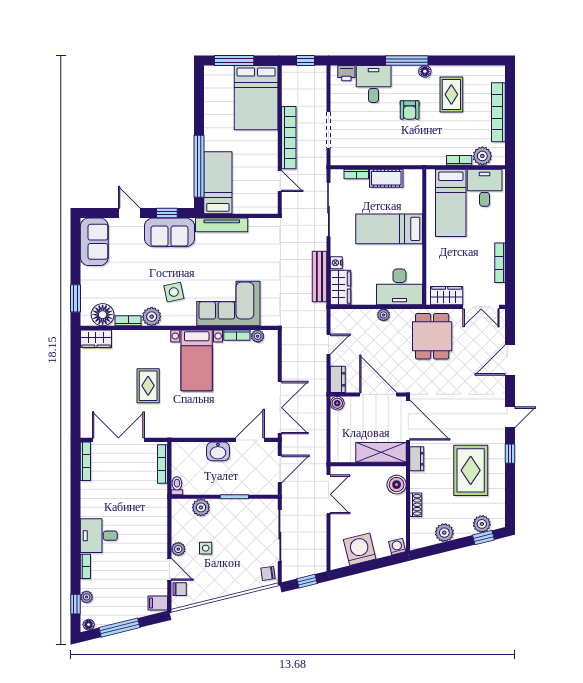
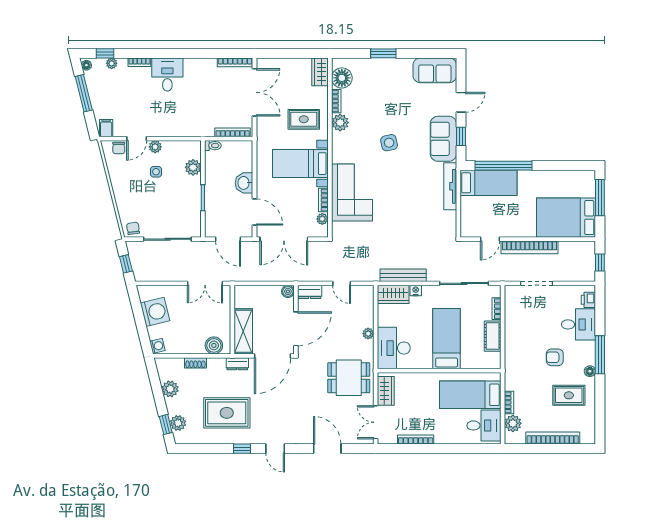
corner sofa: (228, 304) -> (352, 192), moved
floor lamp: (103, 315) -> (342, 78), moved
plant: (152, 317) -> (340, 123), moved
bookcase: (128, 321) -> (336, 101), moved
wall: (179, 328) -> (330, 148), moved
bookcase: (237, 335) -> (323, 200), moved
plant: (258, 336) -> (322, 219), moved
wardrobe: (96, 339) -> (320, 72), moved
bed with nightstands: (197, 360) -> (300, 164), moved

